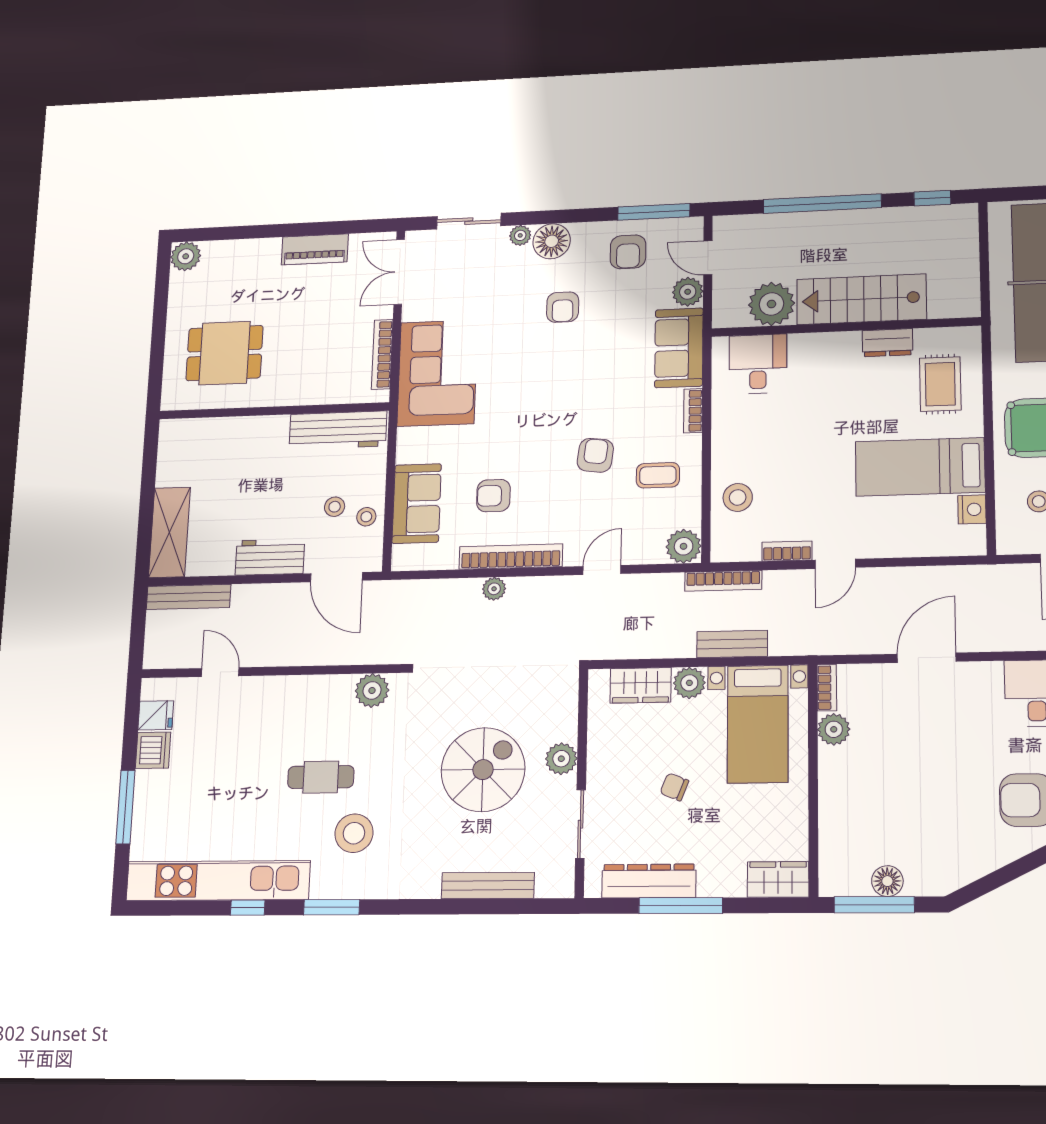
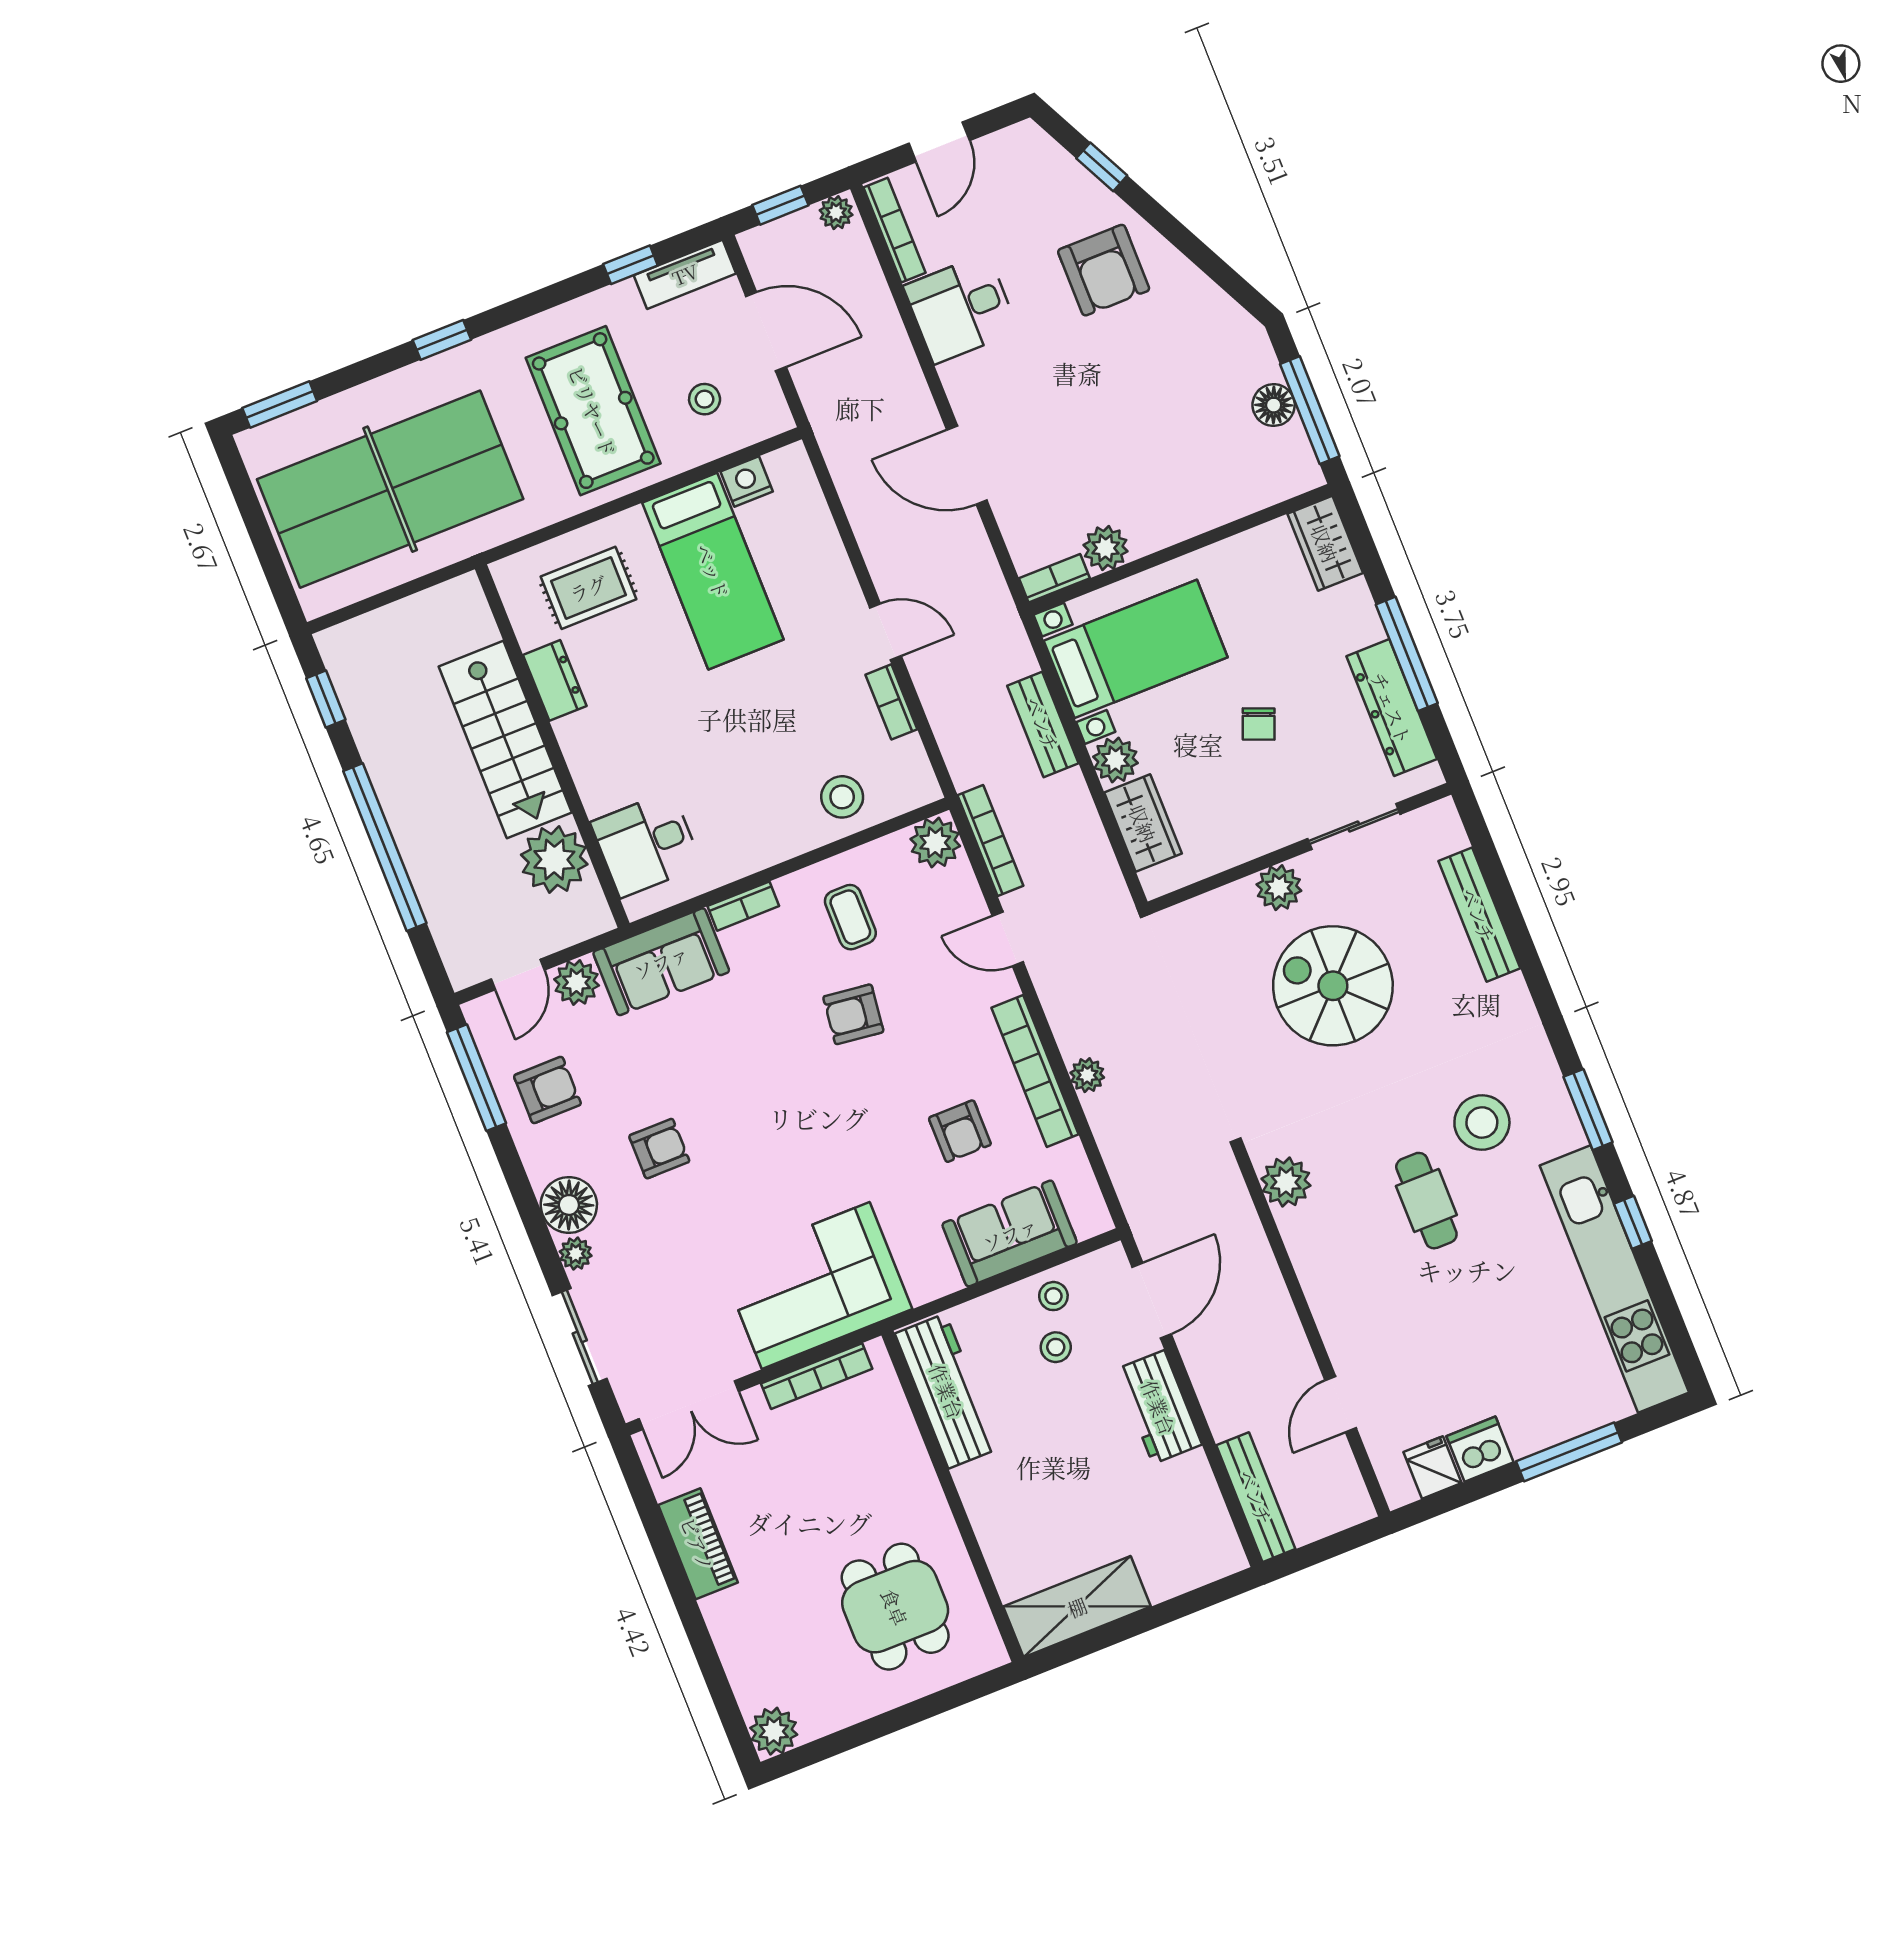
shelving: (169, 532) -> (1077, 1607), moved
bookcase: (723, 581) -> (990, 840), moved

